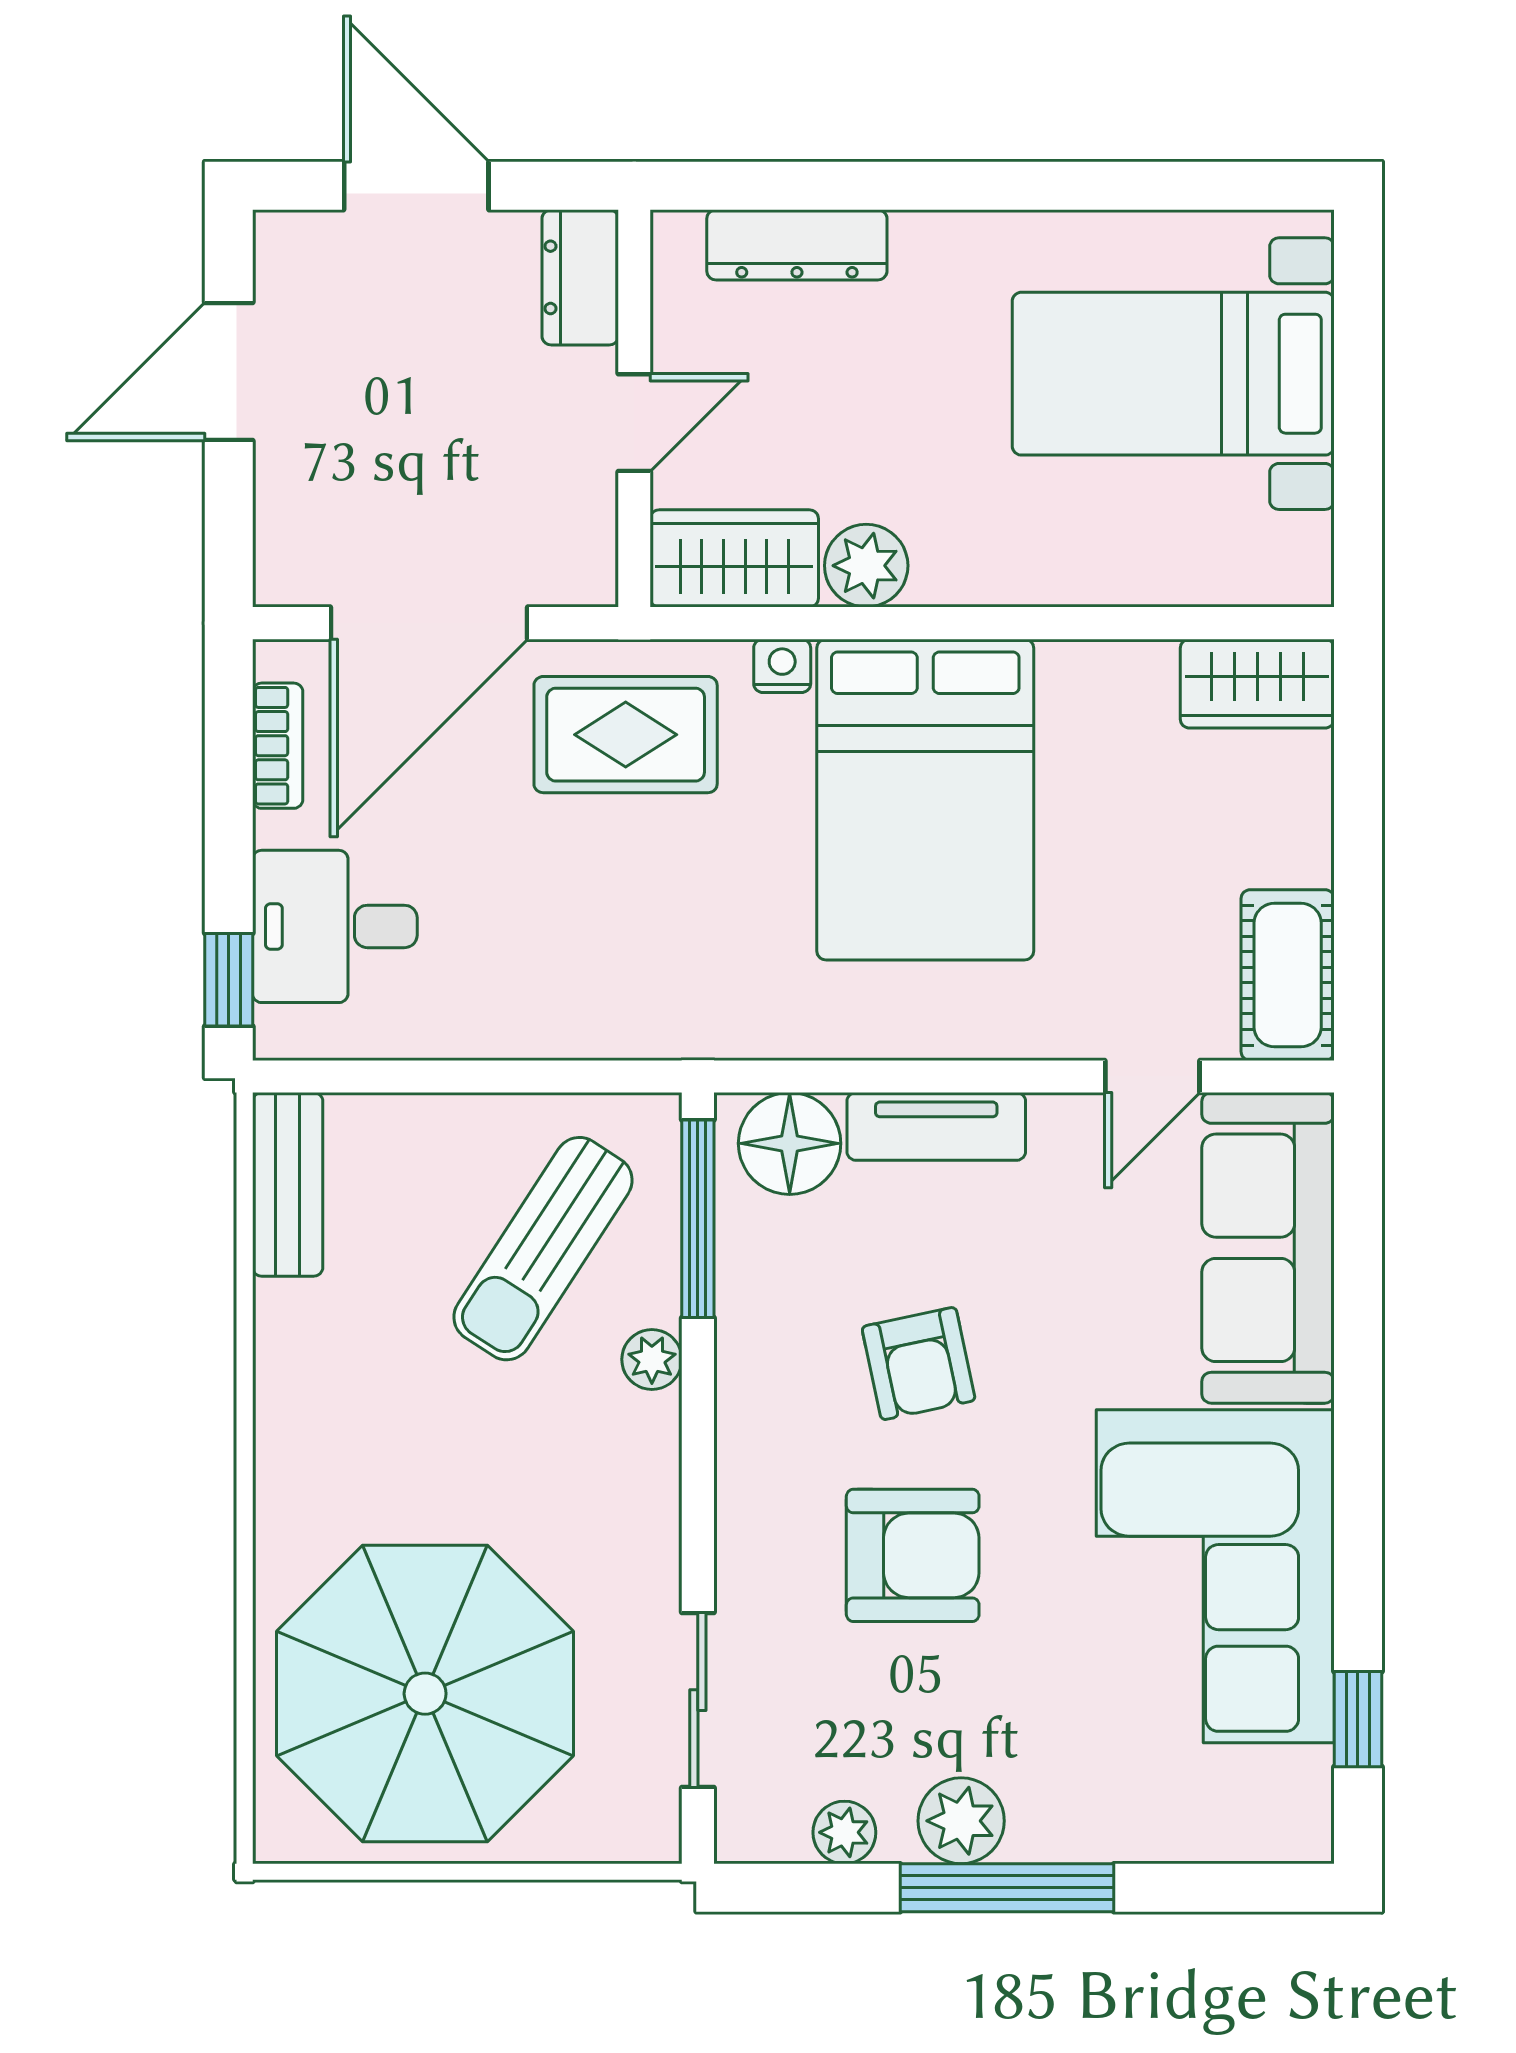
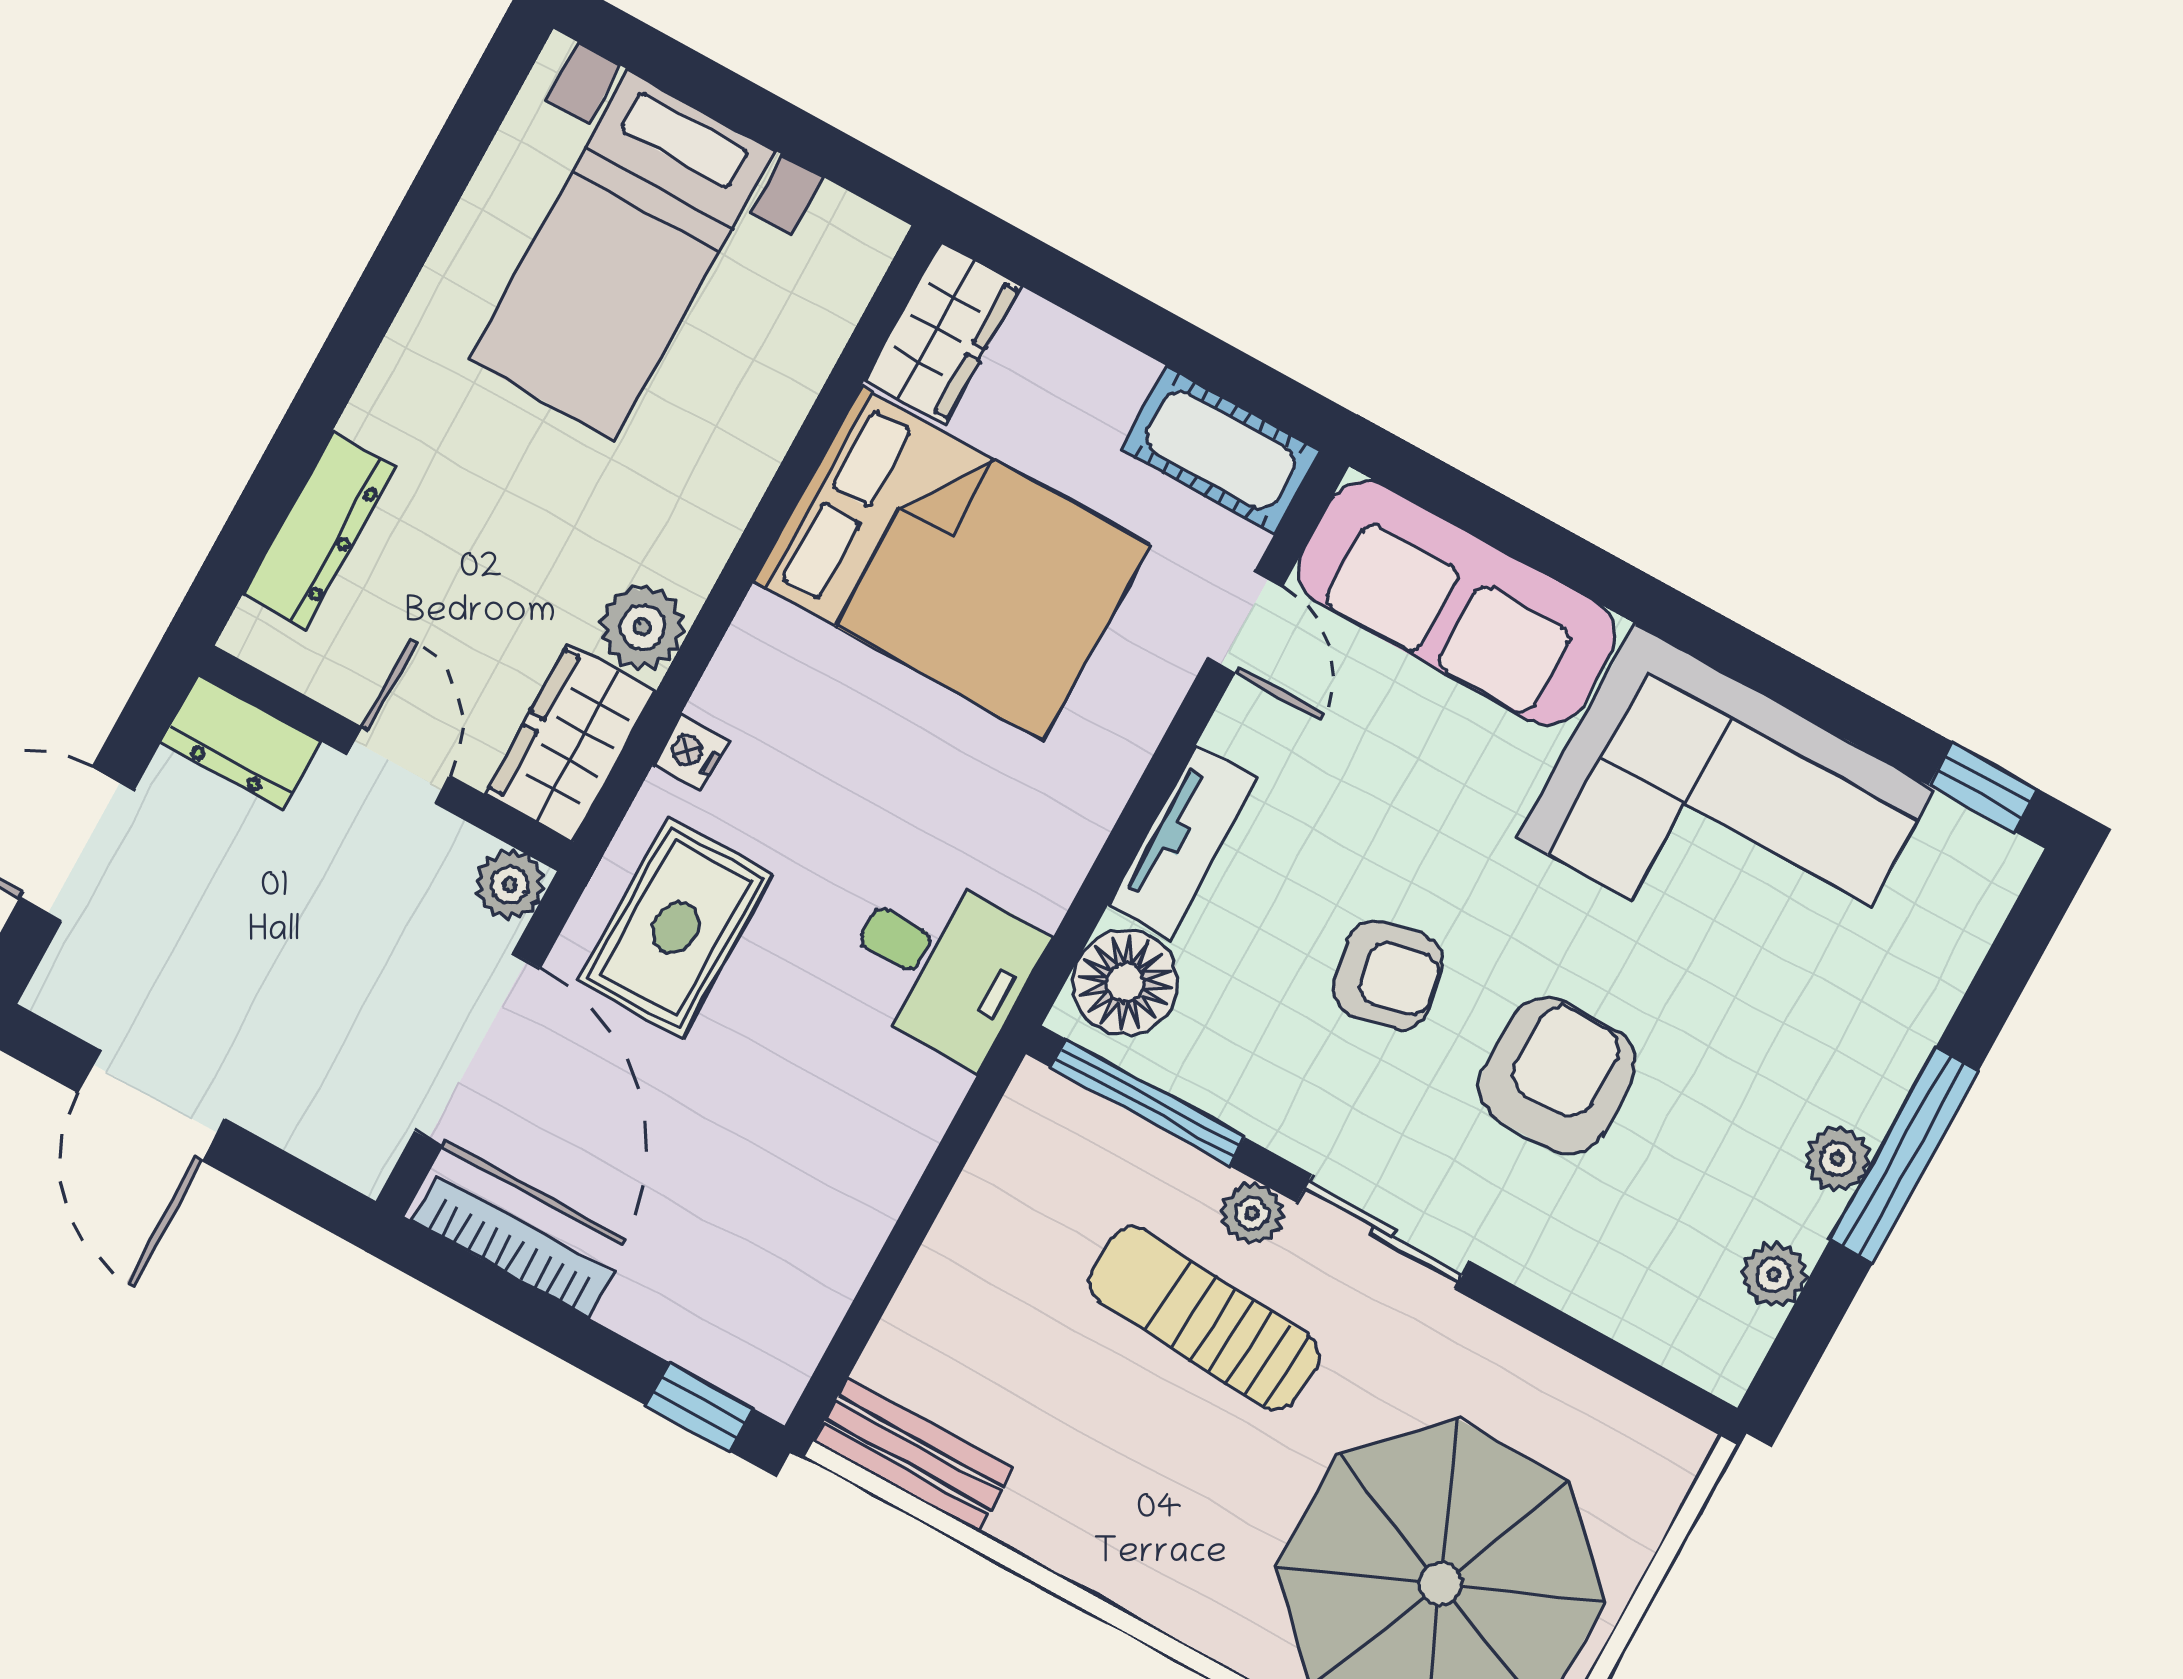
plant: (585, 573) -> (510, 885), added
bookcase: (278, 746) -> (513, 1247), width x1.56
bed: (925, 800) -> (952, 563), moved
desk: (335, 926) -> (941, 964), moved, turned -90
sun lounger: (543, 1249) -> (1204, 1319), moved, turned 151
sliding door: (698, 1700) -> (1383, 1232), moved
window: (1358, 1719) -> (1984, 787), moved
plant: (961, 1821) -> (1837, 1159), width x0.73, depth x0.73

